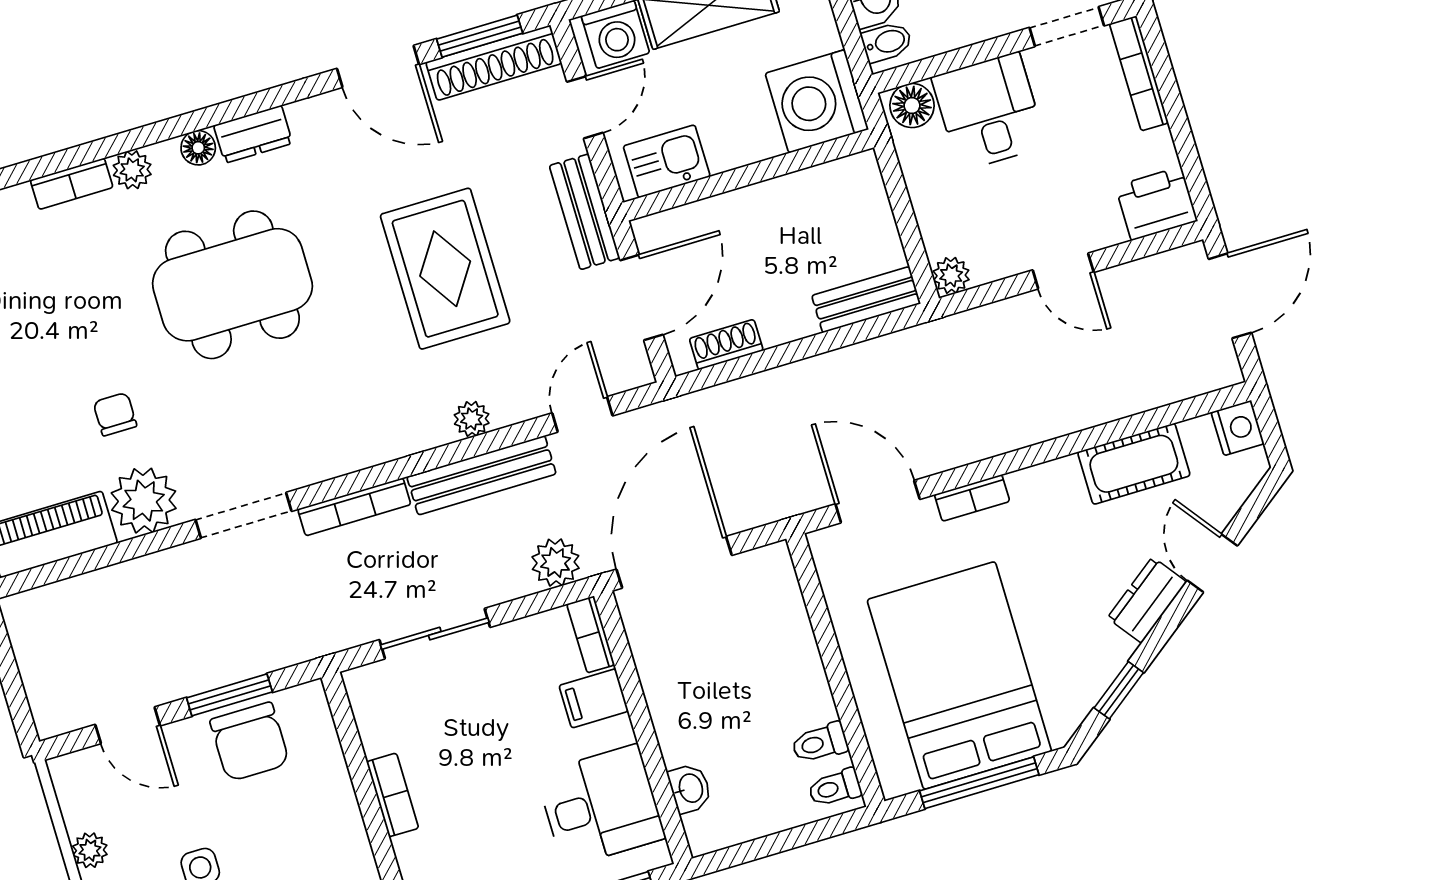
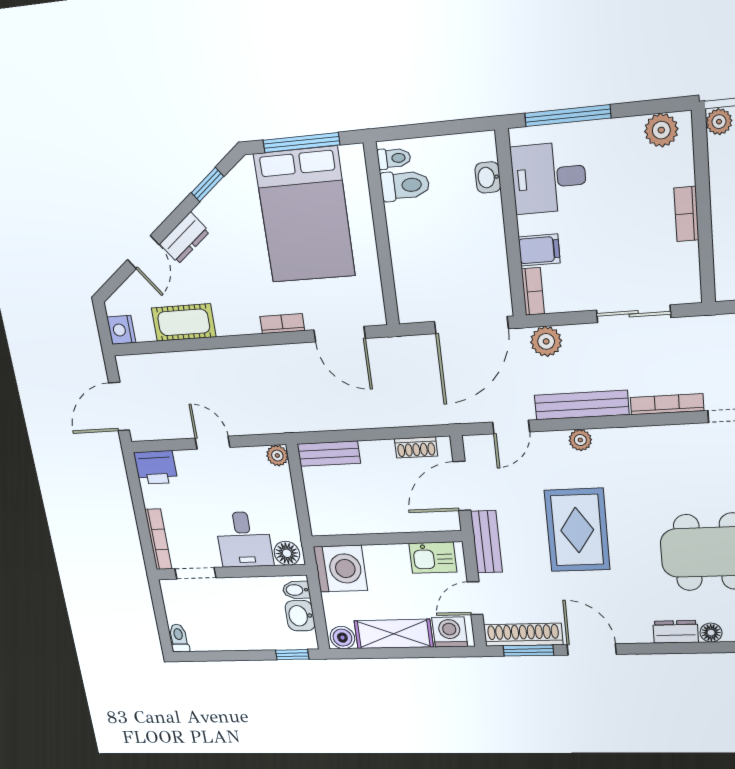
toilet: (820, 743) -> (405, 185), width x1.37, depth x1.39

